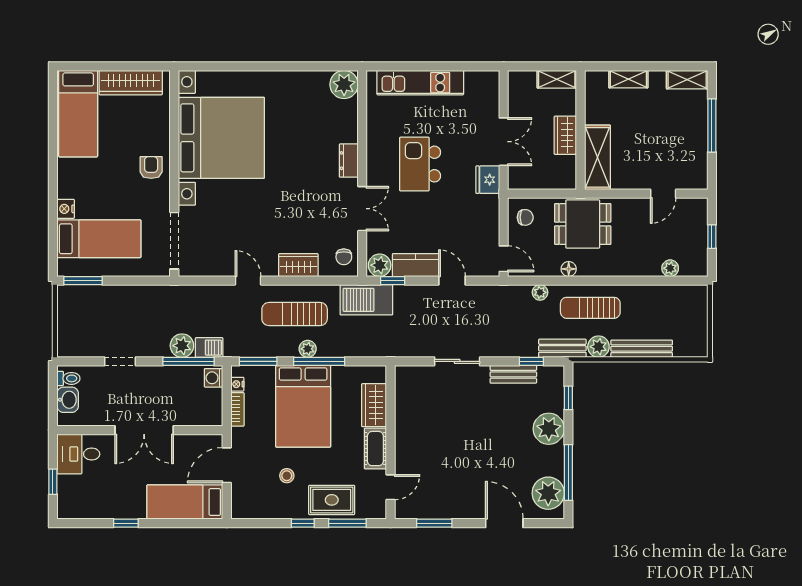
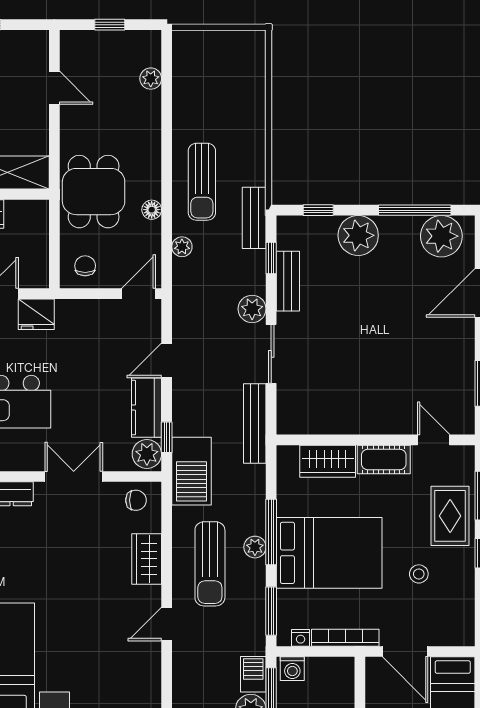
plant: (598, 347) -> (252, 309), moved
bench: (642, 349) -> (255, 424), moved
bookcase: (237, 409) -> (345, 638), width x1.56

